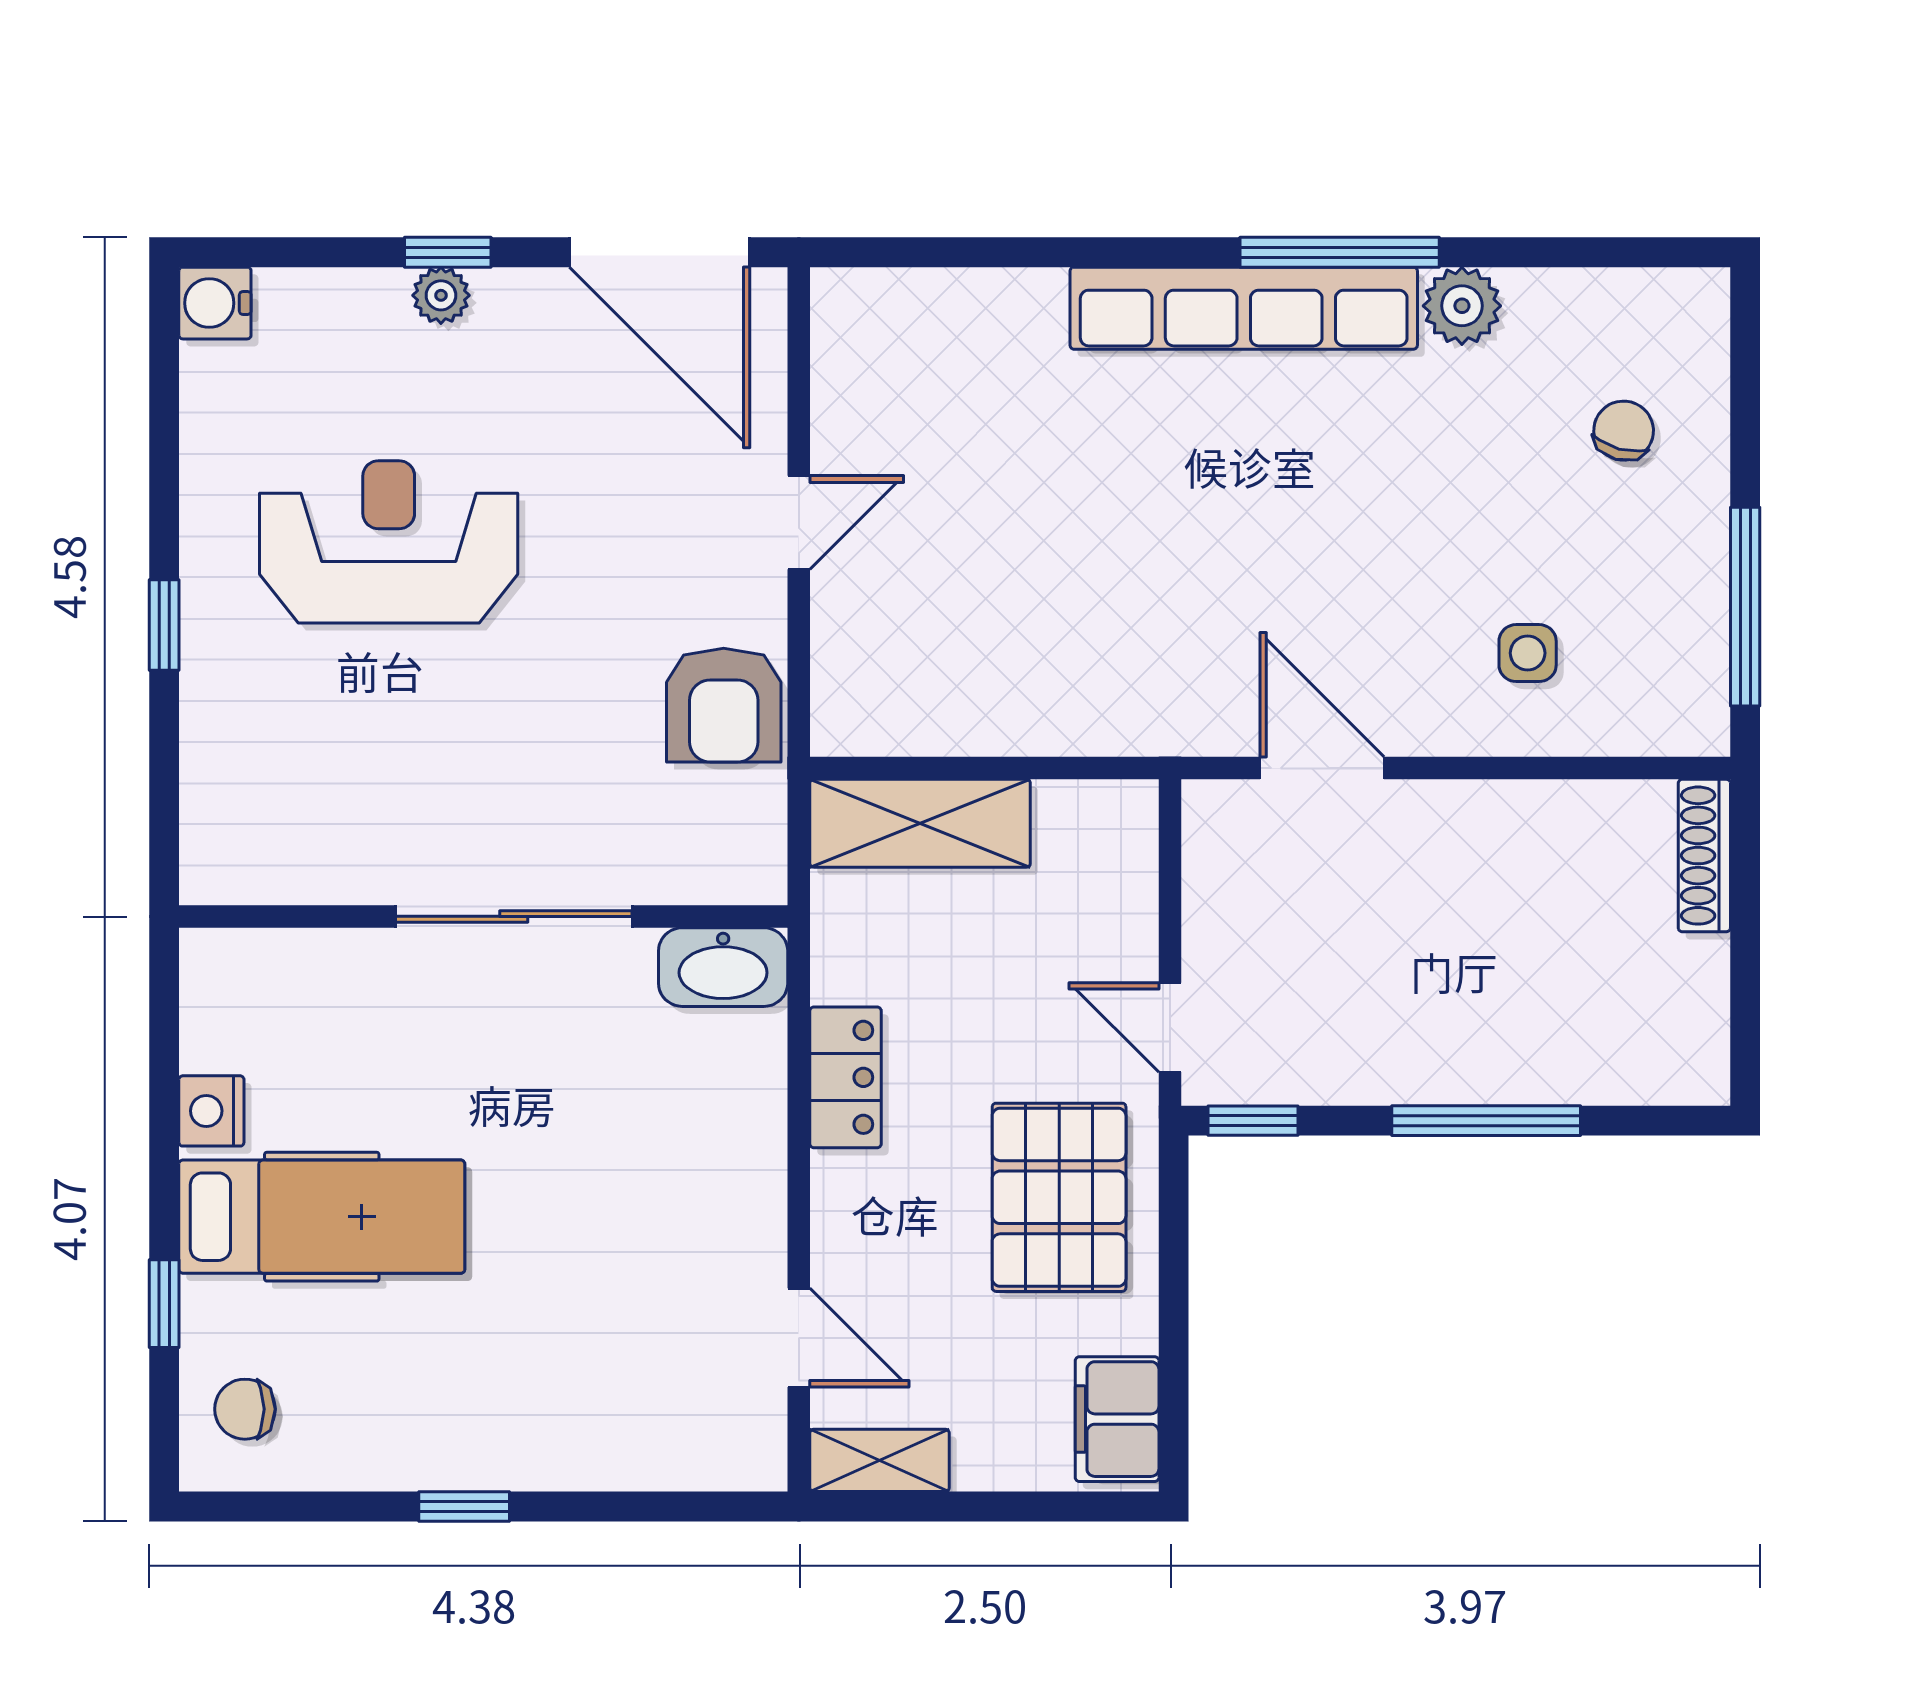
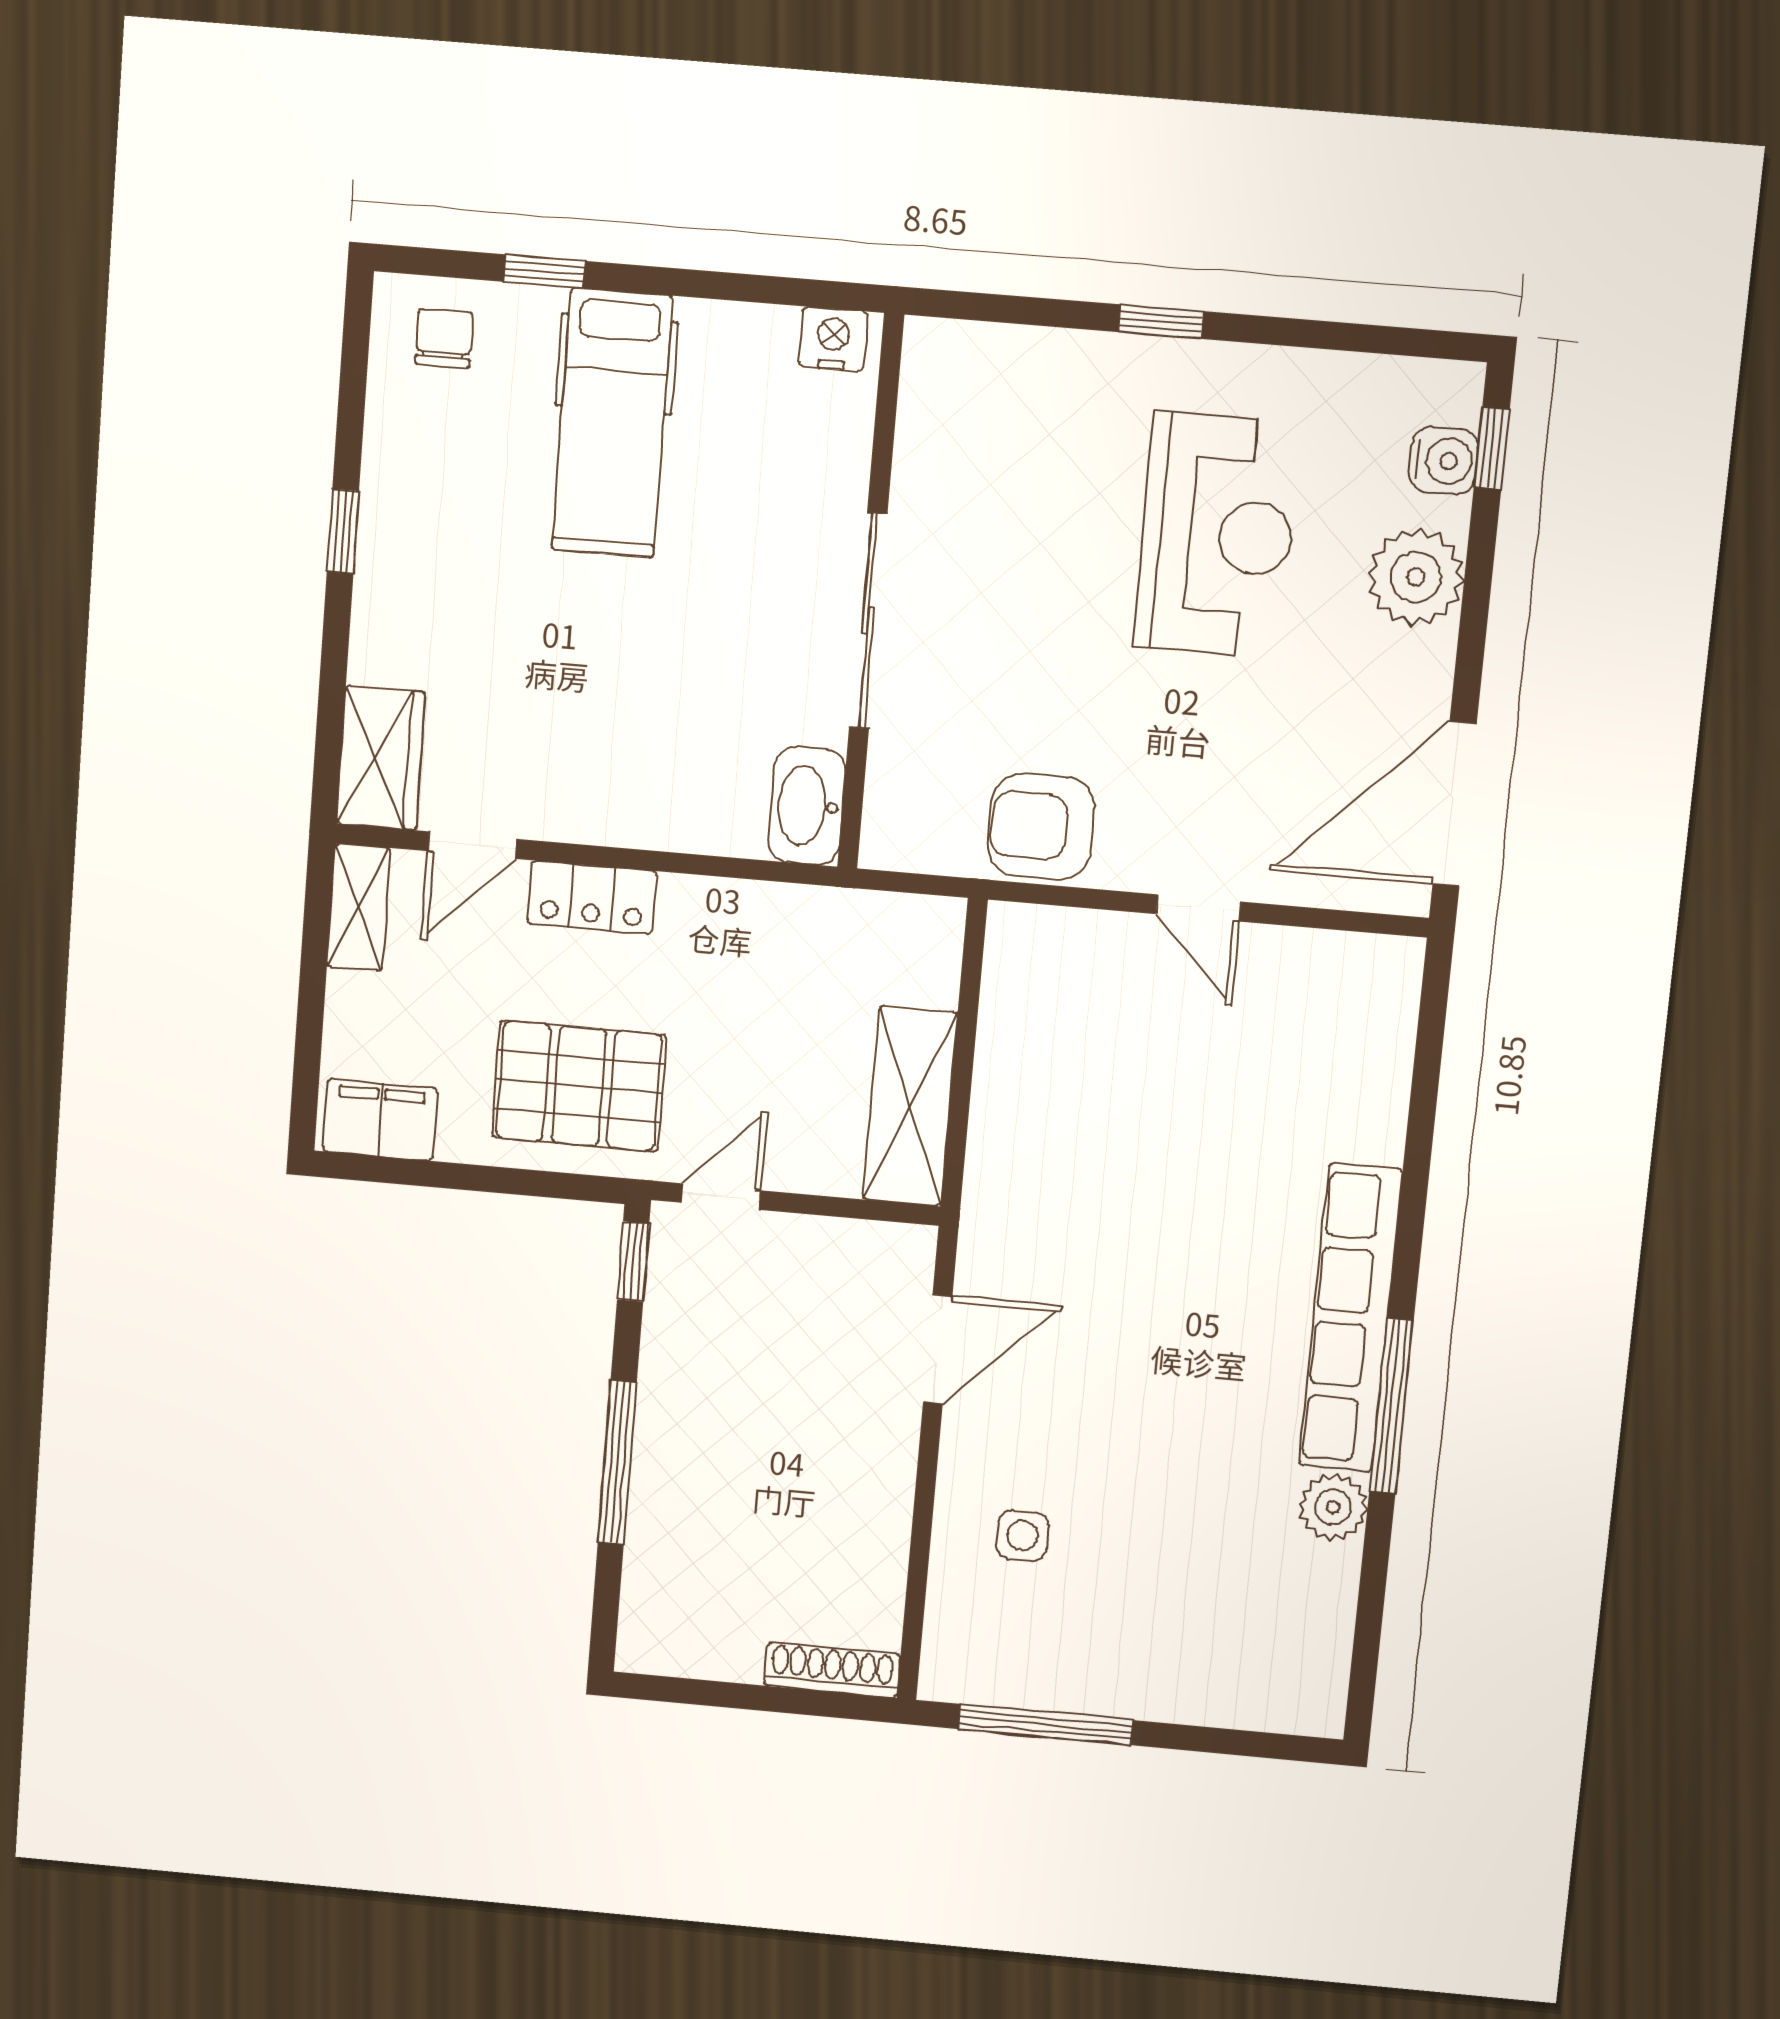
window: (448, 252) -> (1492, 448), moved
plant: (441, 295) -> (1416, 577), width x1.88, depth x1.88
water cooler: (215, 303) -> (1444, 461), moved, turned 90
chair: (1624, 431) -> (1209, 1636), removed
shelving: (920, 823) -> (910, 1106), moved
locker: (846, 1077) -> (592, 897), moved
nightstand: (211, 1111) -> (833, 339), moved
wardrobe: (710, 1447) -> (381, 758), added

